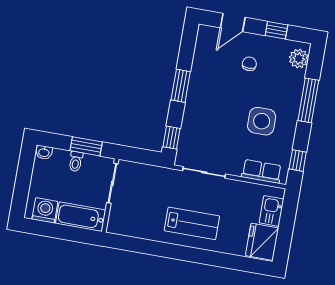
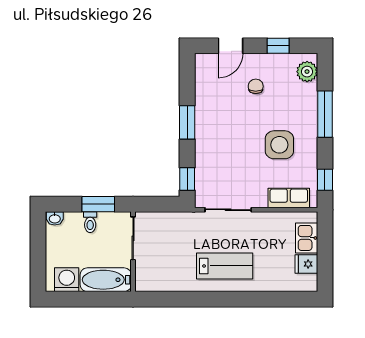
fridge: (262, 242) -> (306, 264), width x0.53, depth x0.75

